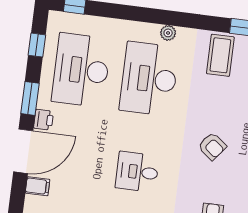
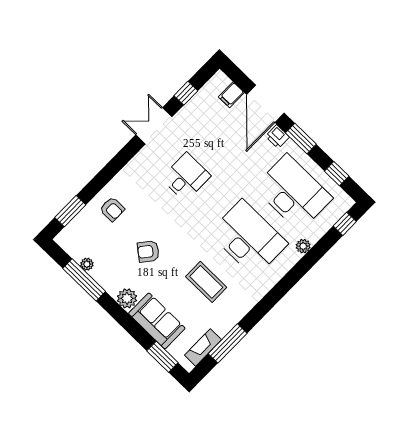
plant: (168, 33) -> (303, 246), moved
coffee table: (220, 55) -> (206, 282), moved
armchair: (212, 146) -> (148, 251), moved

